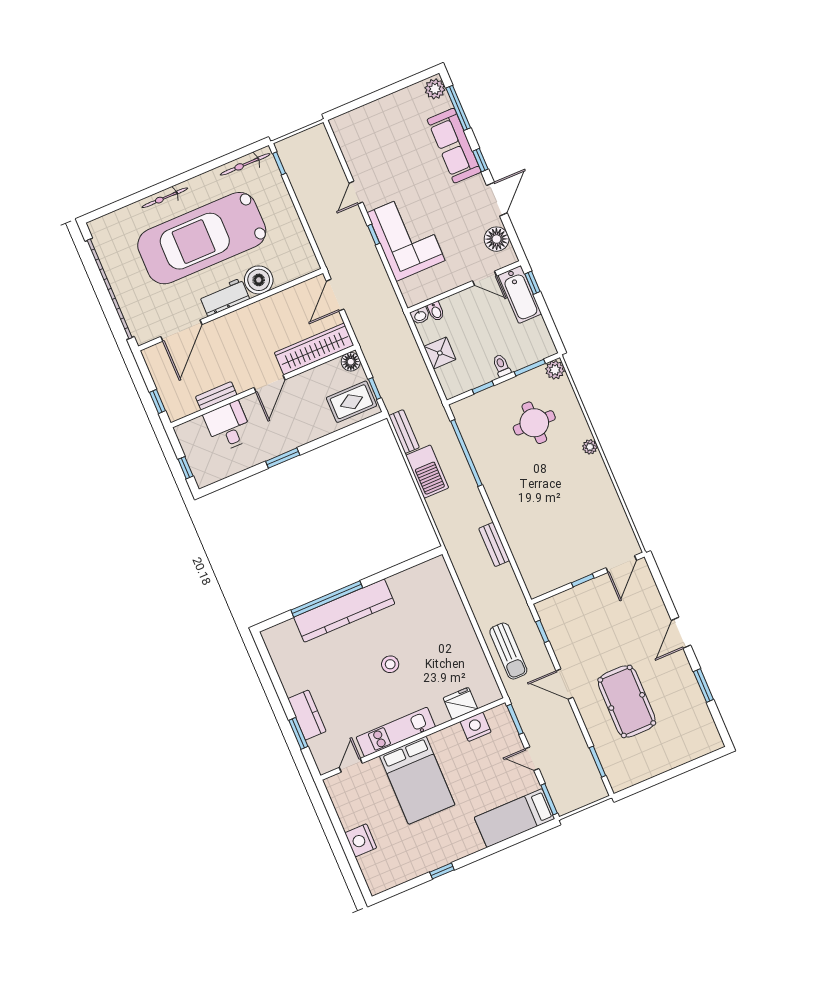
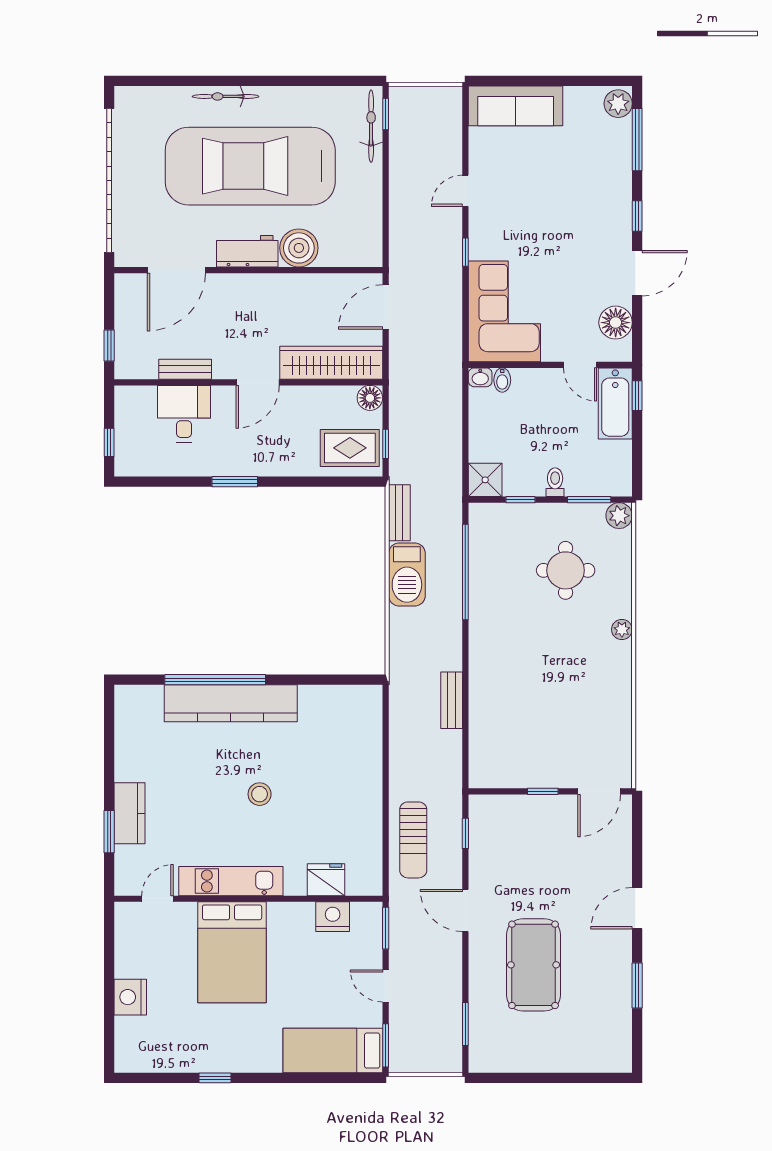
sofa: (454, 146) -> (516, 106), moved, turned -90
bicycle: (245, 164) -> (371, 126), moved, turned 90
corner sofa: (406, 237) -> (504, 311), moved
shower: (440, 353) -> (485, 480), moved

